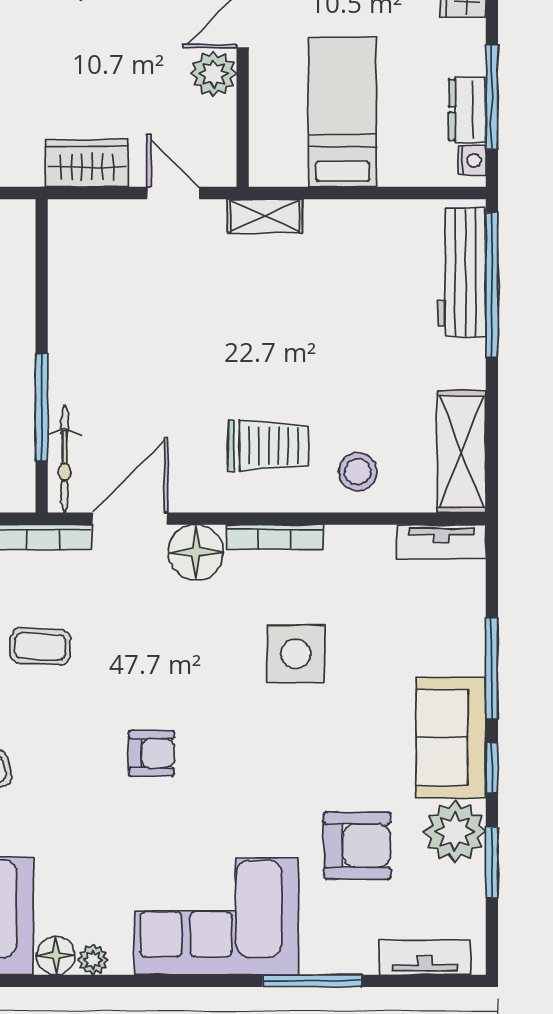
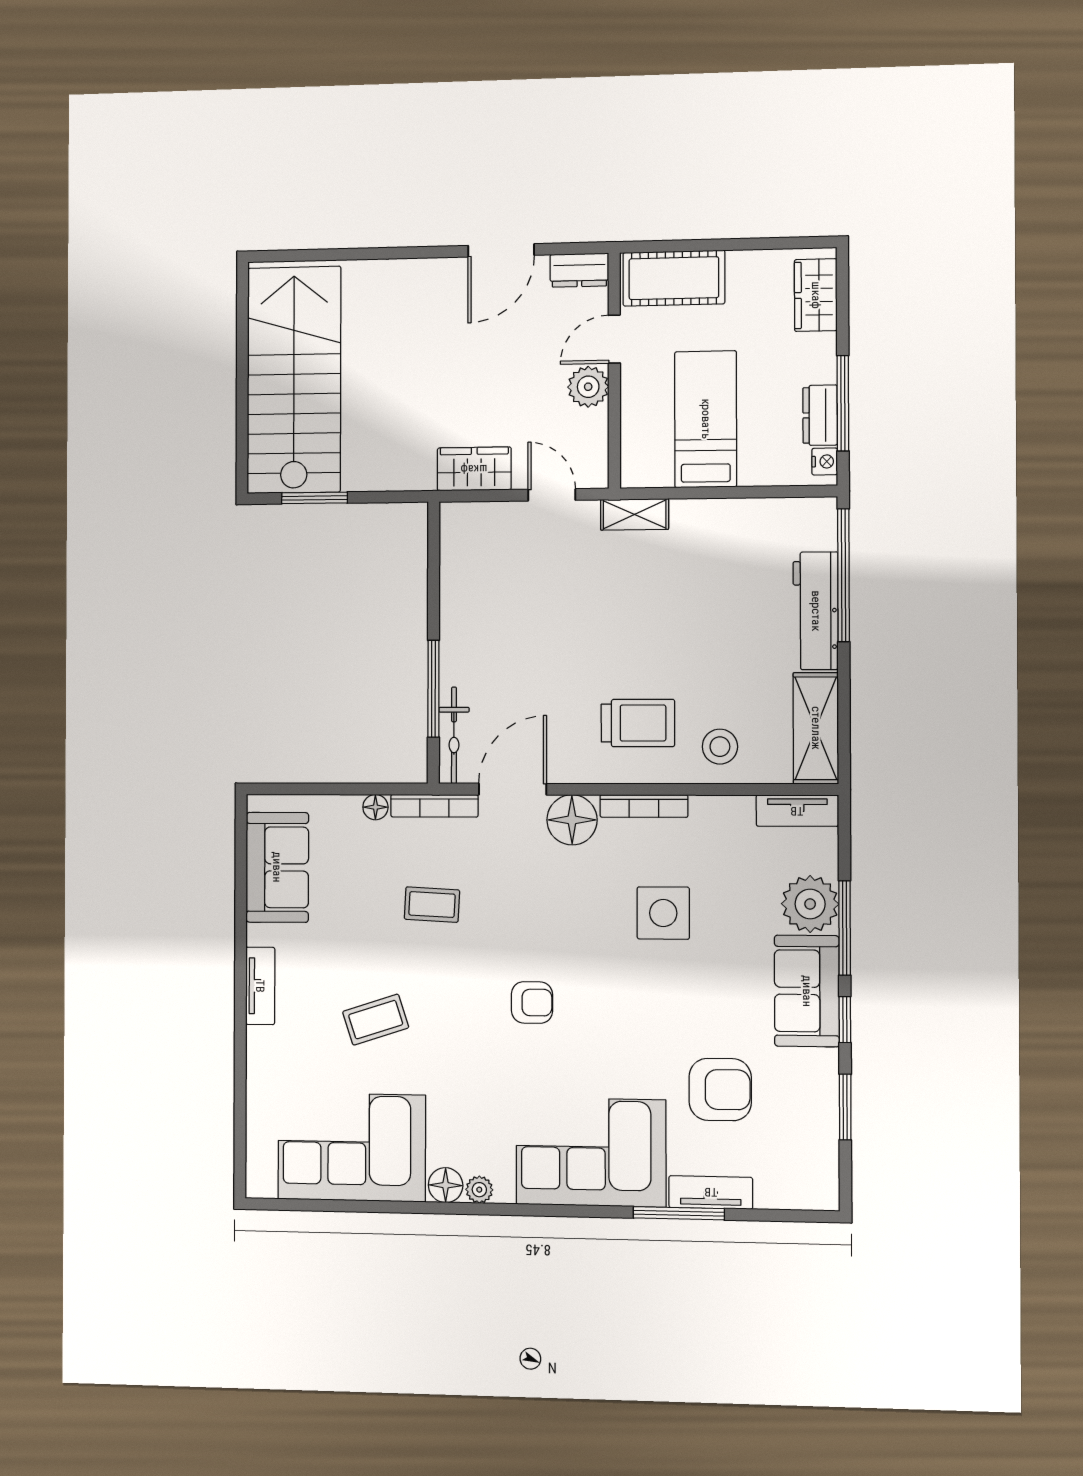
workbench: (462, 272) -> (816, 611), moved
plant: (455, 832) -> (810, 904), moved
tv unit: (425, 957) -> (711, 1192), moved

